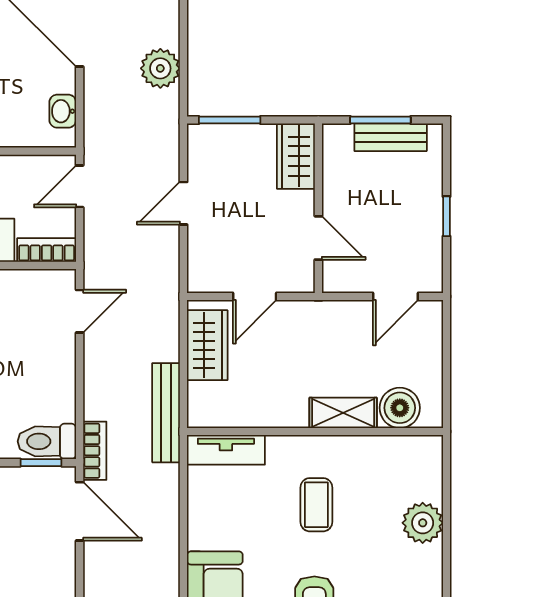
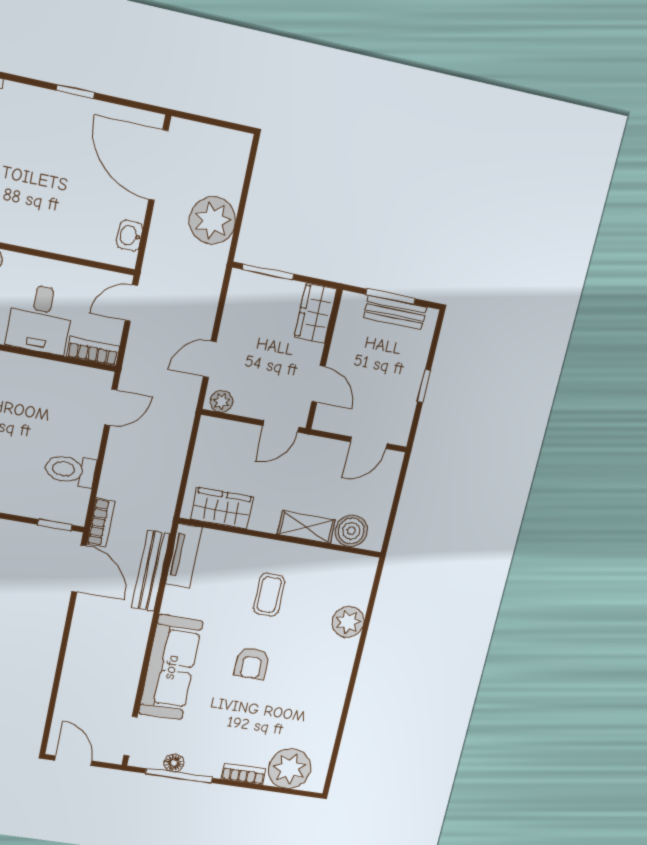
plant: (160, 68) -> (212, 221), width x1.36, depth x1.36
door: (183, 203) -> (210, 359), moved
plant: (208, 280) -> (222, 401), added
door: (255, 297) -> (281, 426), moved
wardrobe: (207, 345) -> (222, 508), moved, turned -90
bench: (166, 413) -> (151, 571), moved
toilet: (47, 441) -> (70, 470), moved
tv unit: (226, 450) -> (184, 556), moved, turned -90

